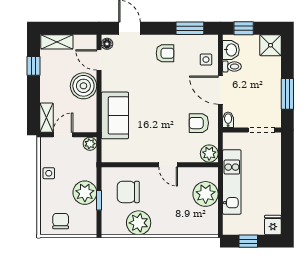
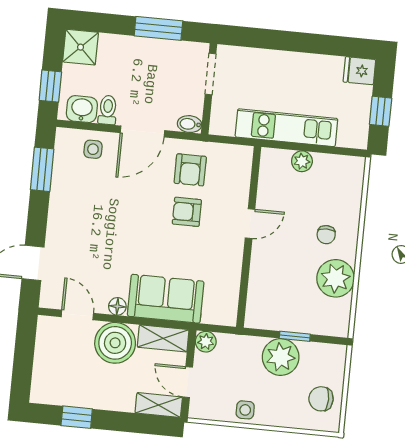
shelving: (57, 42) -> (163, 338), moved, turned 90
floor lamp: (107, 44) -> (117, 306), moved
armchair: (165, 53) -> (187, 212), moved, turned -90
door: (99, 60) -> (77, 315), swing flipped
plant: (209, 154) -> (239, 158), removed
chair: (128, 192) -> (326, 235), moved, width x0.54, depth x0.54
plant: (206, 194) -> (302, 161), width x0.53, depth x0.53

